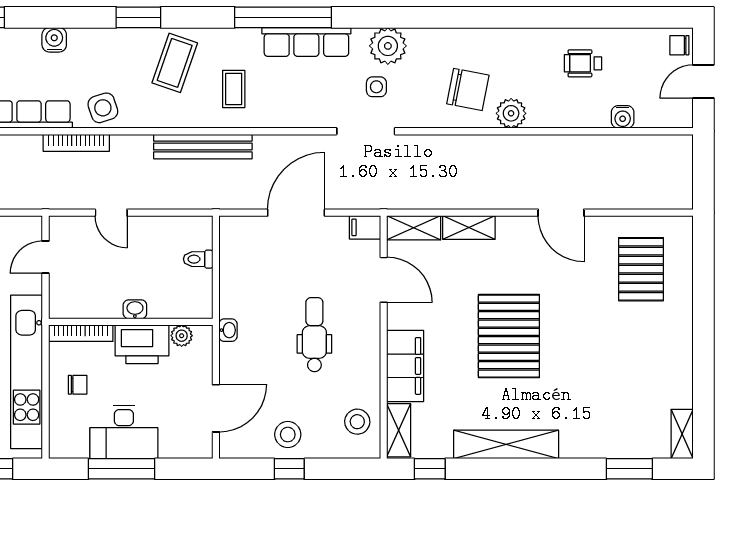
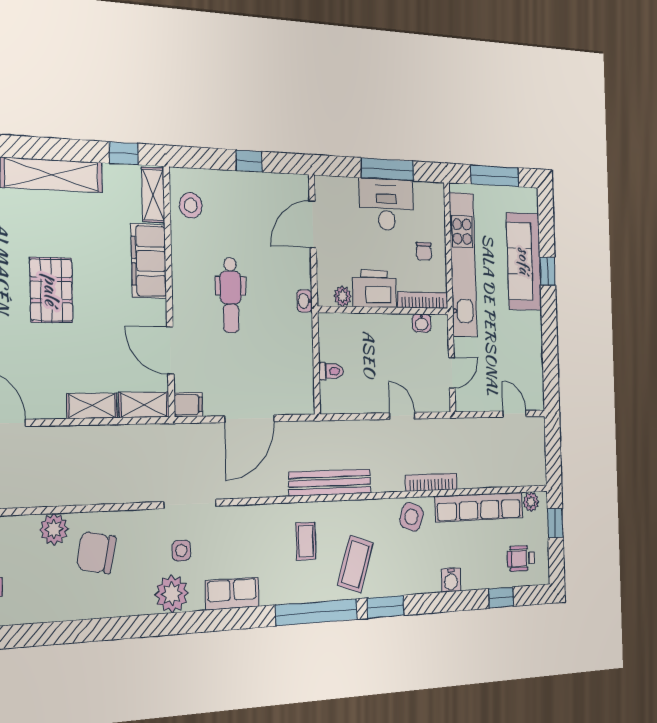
window: (283, 17) -> (317, 612), moved
row of seats: (306, 42) -> (232, 594), width x0.68
side table: (103, 108) -> (411, 517), turned 38
washbasin: (135, 309) -> (422, 323), moved
pallet: (509, 336) -> (51, 290), width x0.73, depth x0.71
chair: (78, 385) -> (424, 251), turned -90
stool: (288, 435) -> (251, 195), removed

